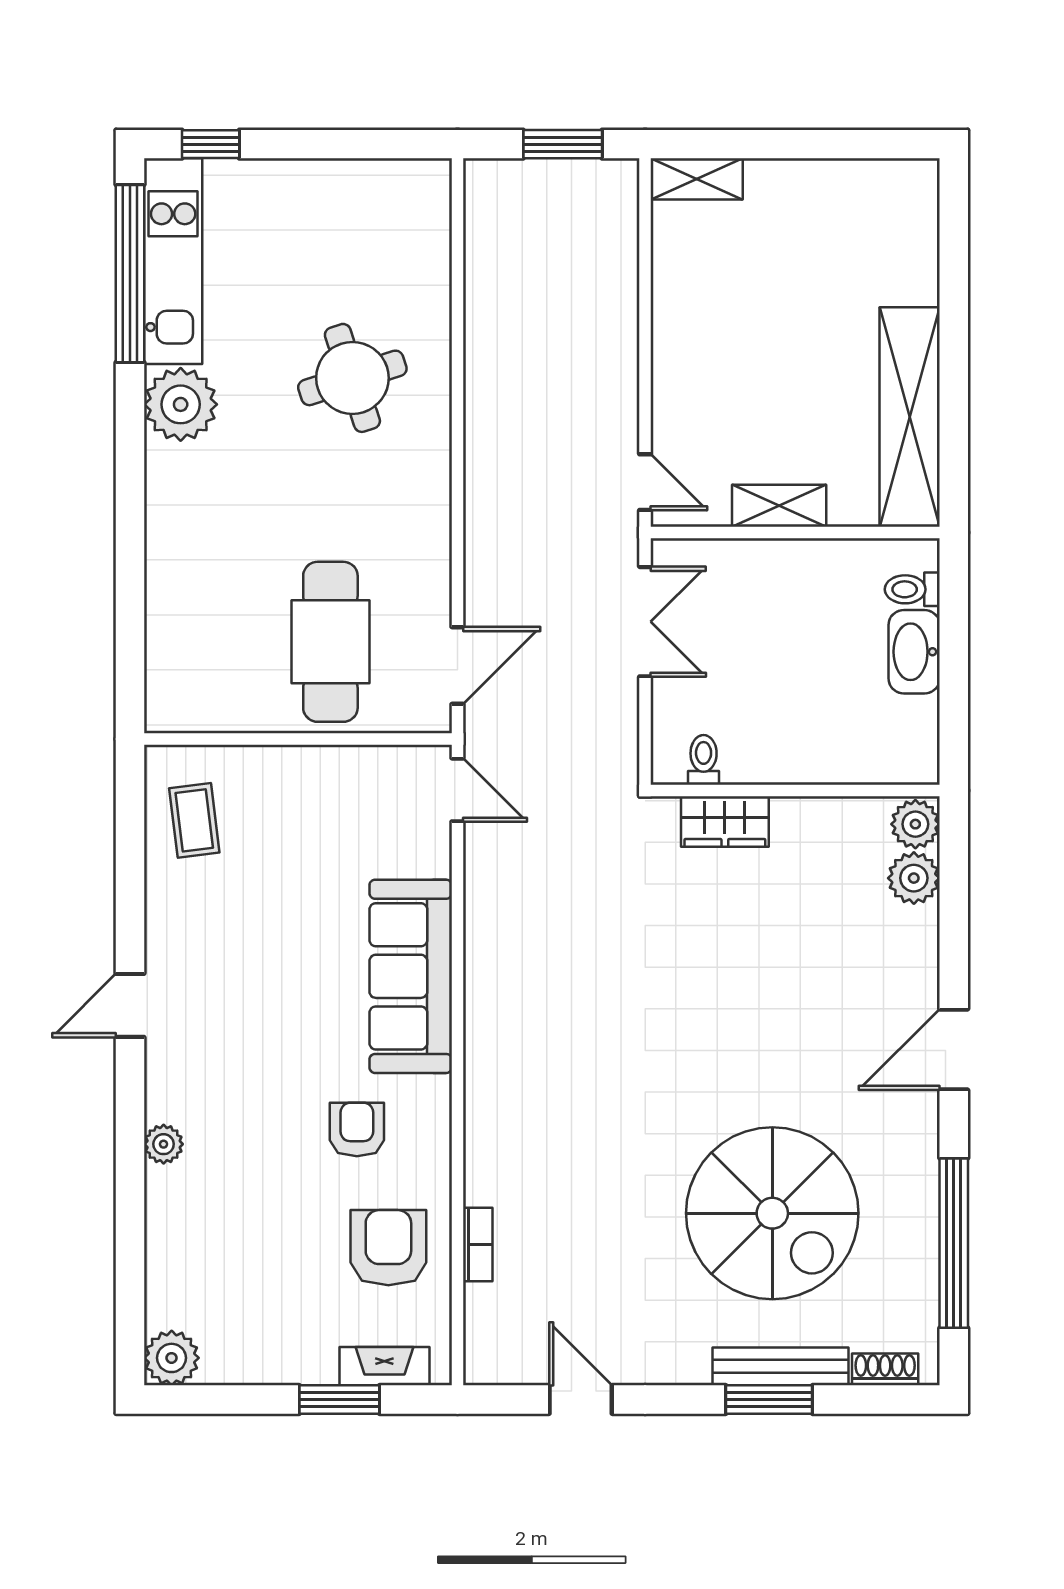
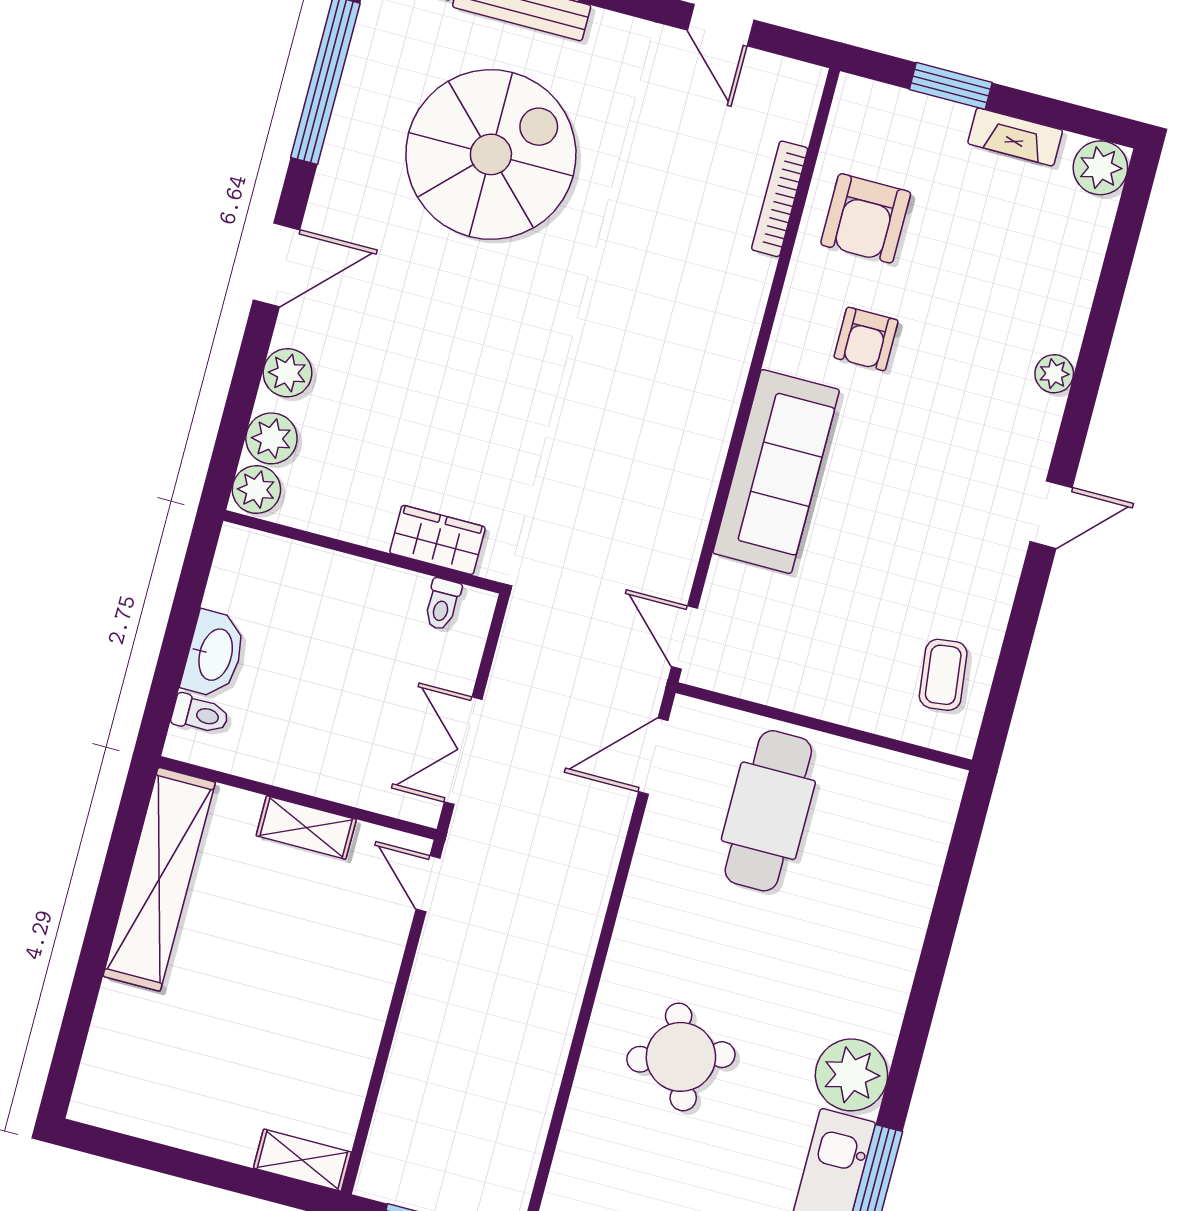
plant: (915, 947) -> (287, 373), added
spiral stairs: (772, 1213) -> (491, 154), turned 90
bookcase: (478, 1245) -> (780, 199), width x1.56
fireplace: (384, 1366) -> (1015, 137), moved

